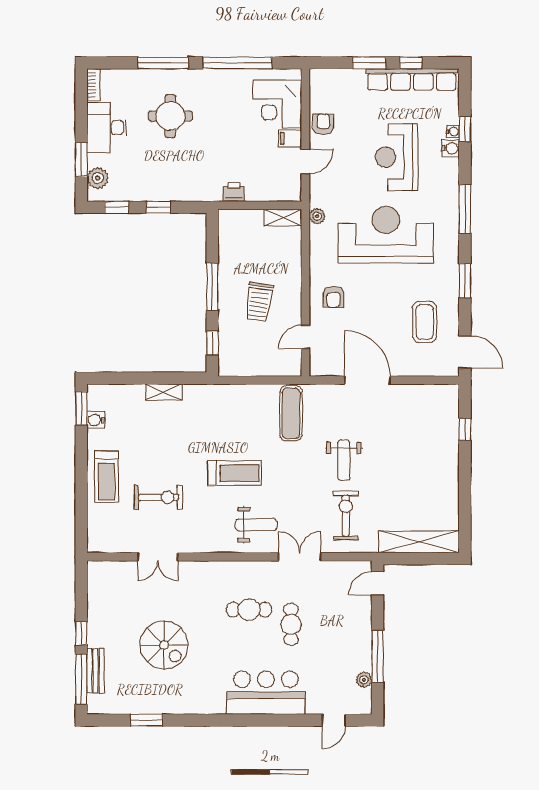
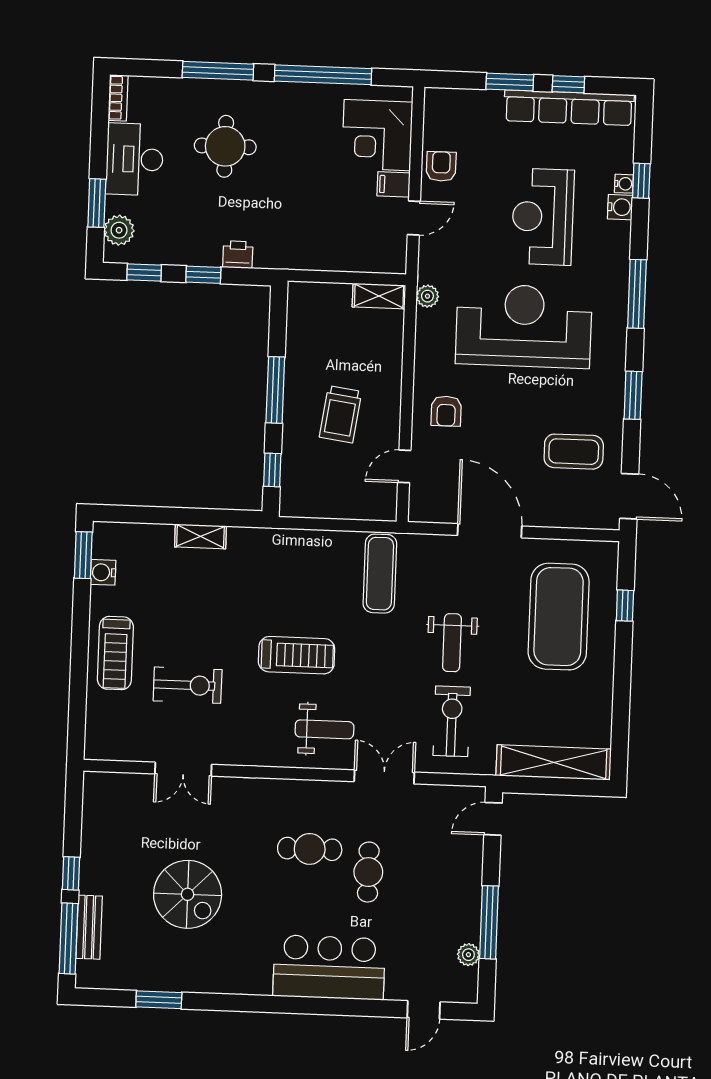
printer: (234, 192) -> (238, 255), moved
coffee table: (425, 322) -> (574, 452), turned 90
exercise mat: (418, 439) -> (559, 617), added

